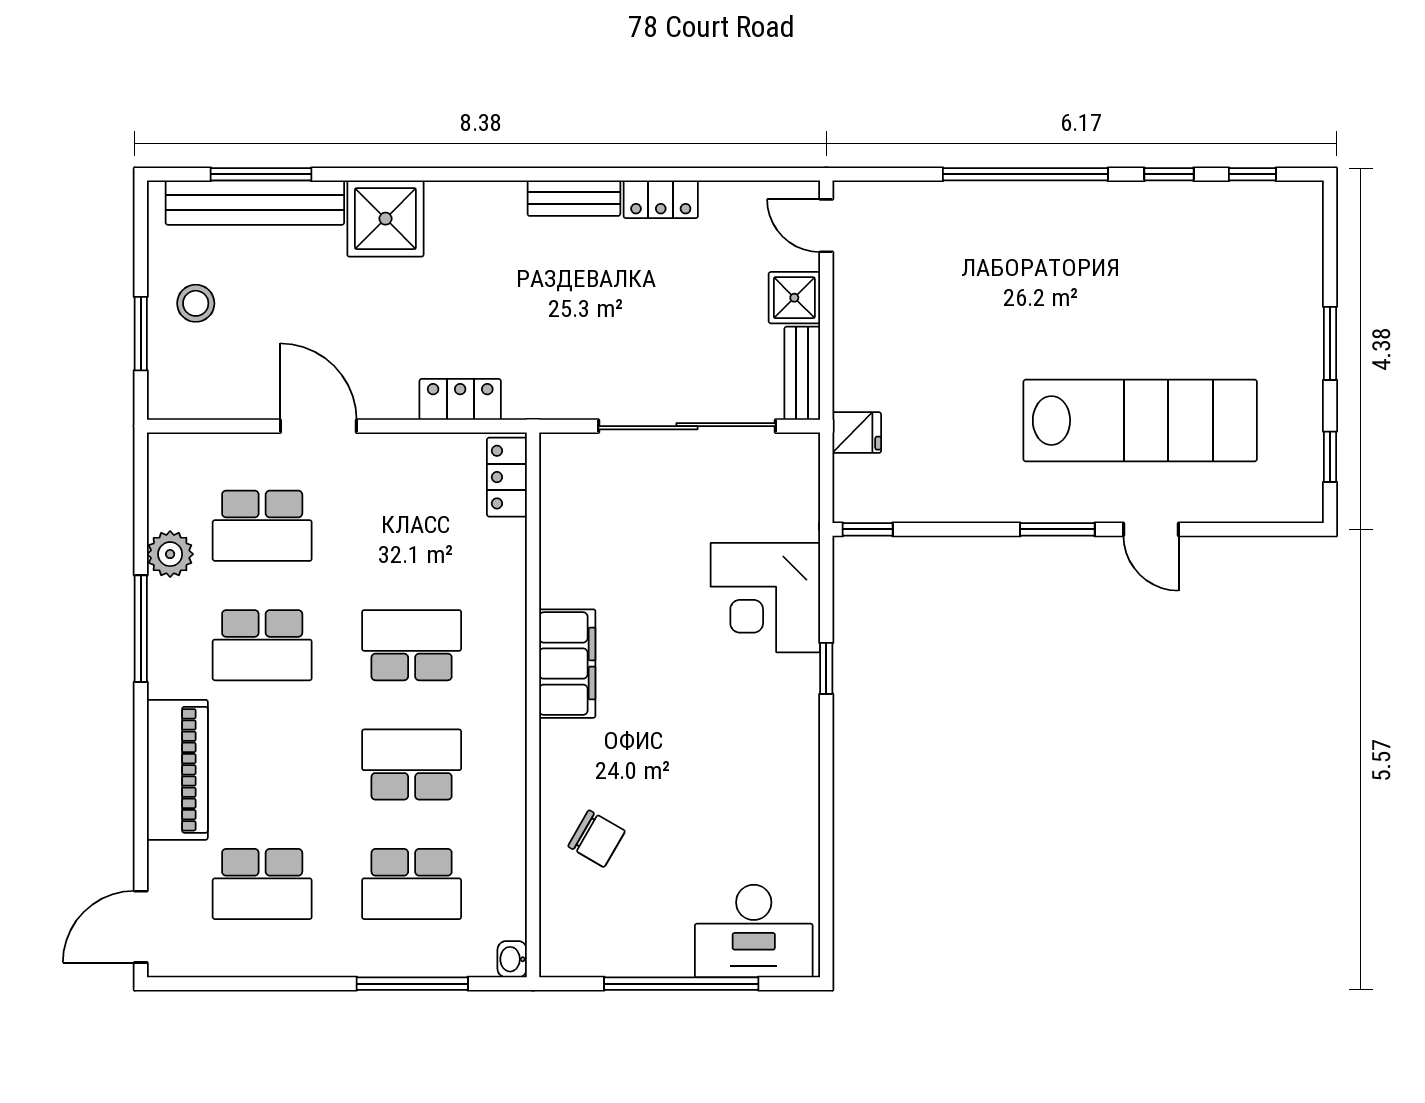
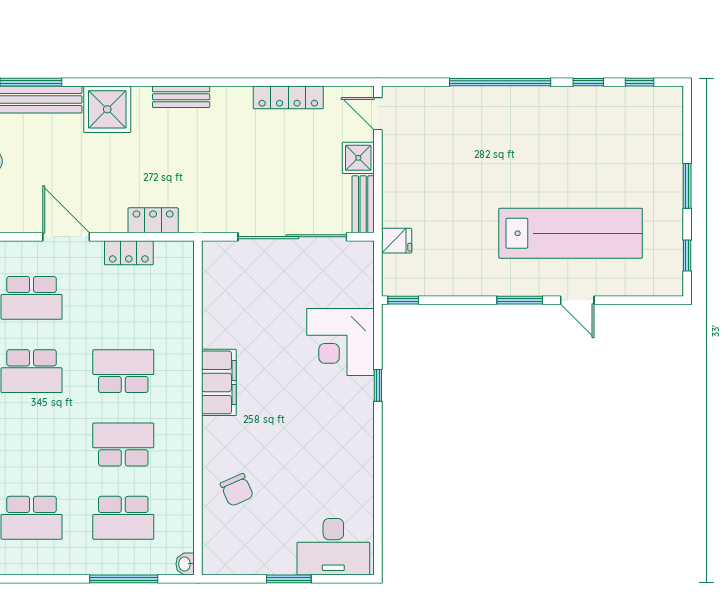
bench: (574, 198) -> (181, 97), moved
locker: (661, 199) -> (288, 97), width x1.53
locker: (507, 477) -> (129, 253), moved, turned -90
chair: (597, 839) -> (237, 490), turned 36
window: (681, 984) -> (289, 579), width x0.47

